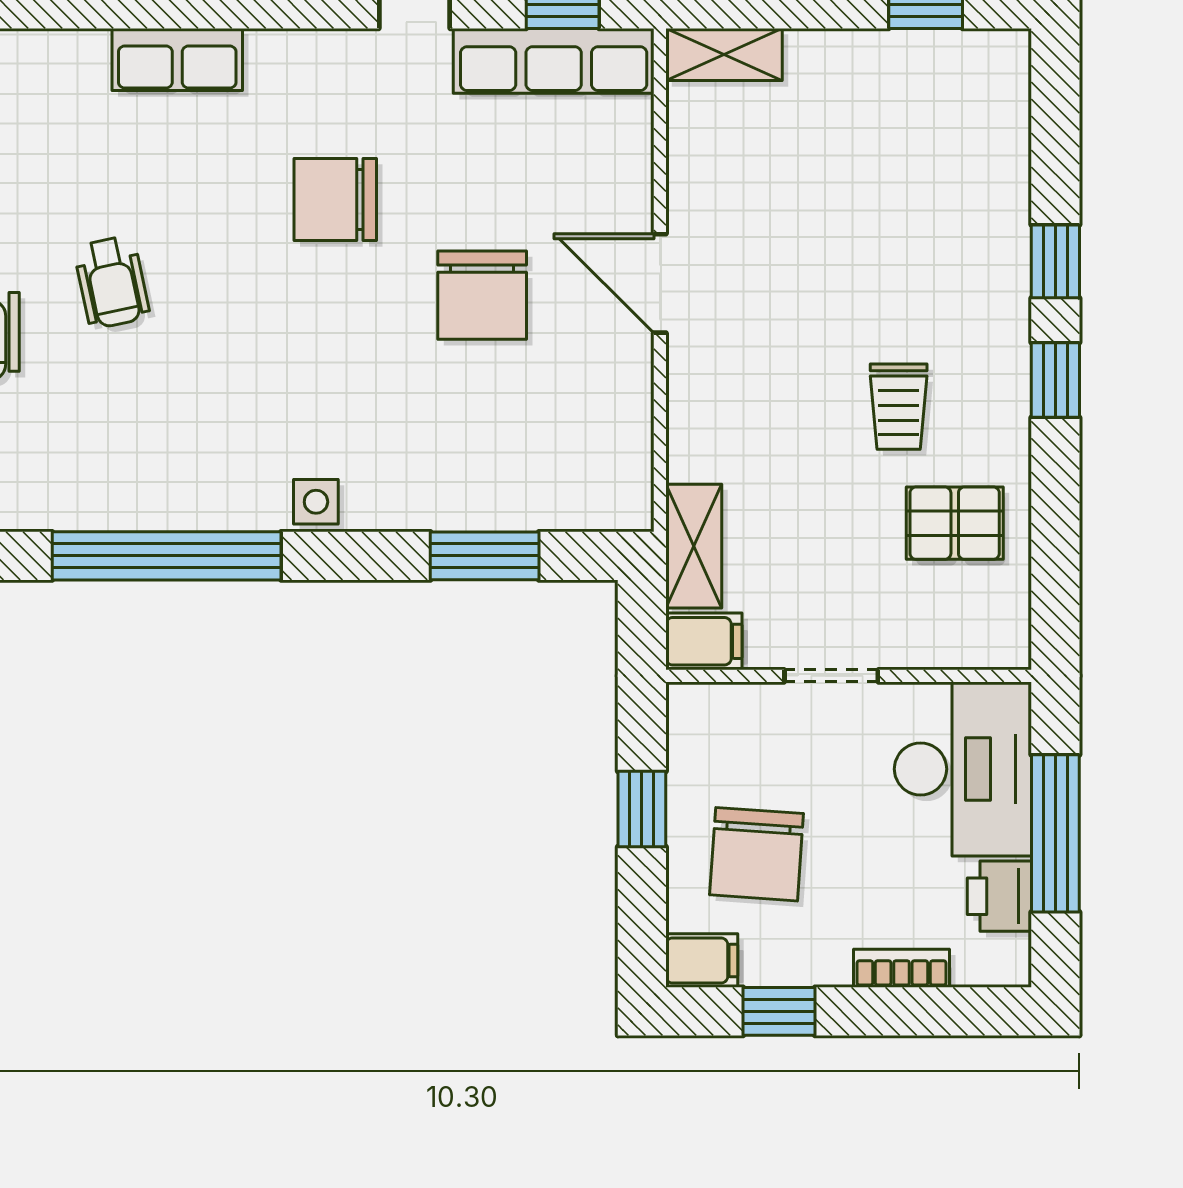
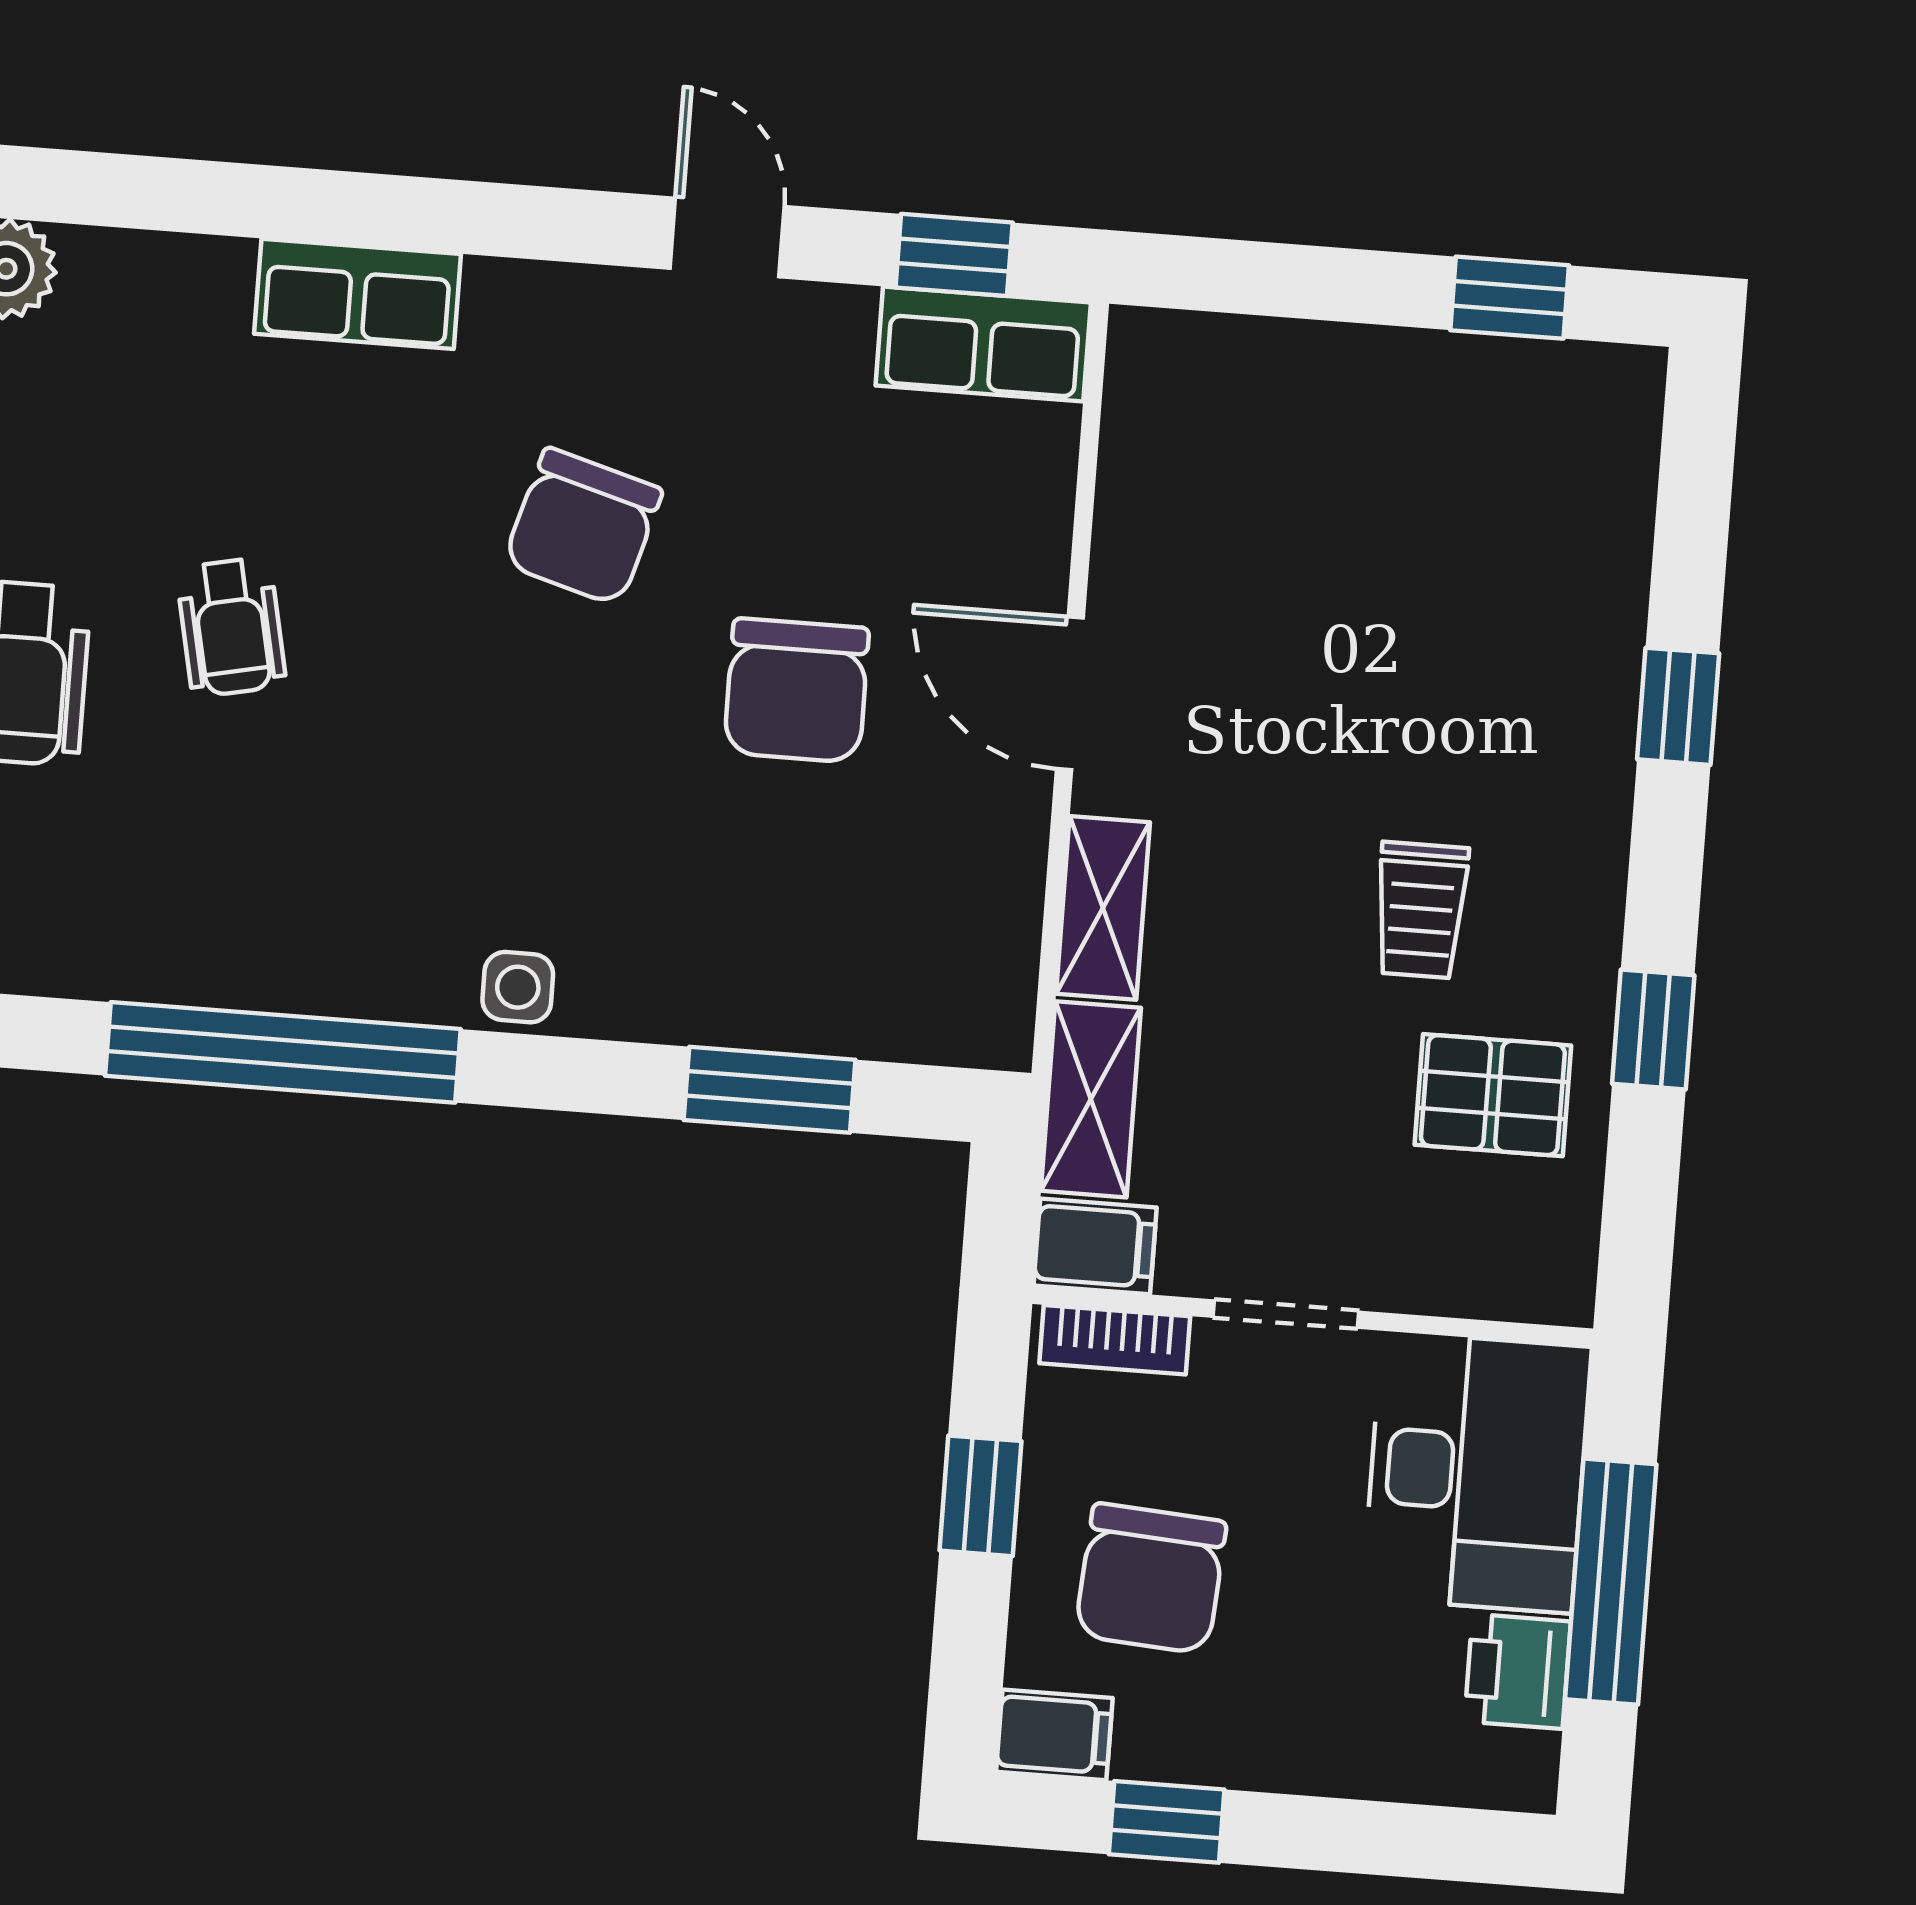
shelving: (724, 55) -> (1103, 908), moved, turned 90
row of seats: (554, 61) -> (983, 344), width x0.68
chair: (335, 199) -> (583, 527), turned -74
window: (1055, 380) -> (1653, 1029), moved
bookcase: (902, 968) -> (1115, 1340), moved, turned 180

